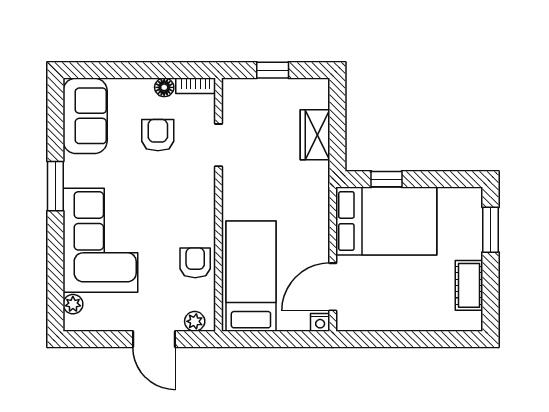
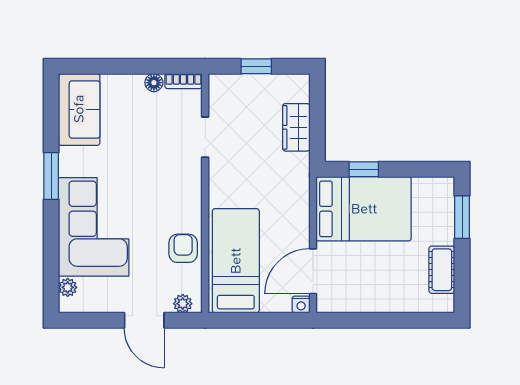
armchair: (158, 135) -> (148, 128), removed

